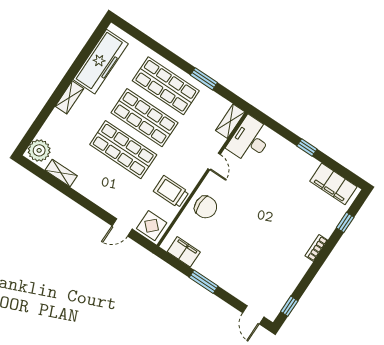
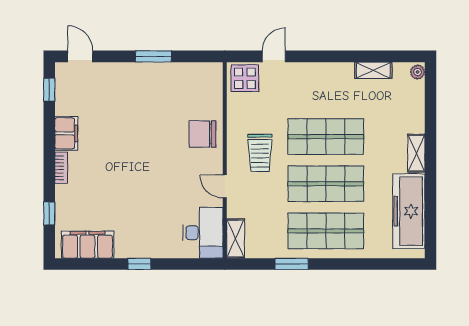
plant: (39, 150) -> (418, 72), width x0.53, depth x0.53
trolley: (171, 192) -> (260, 153), moved, turned 90
filing cabinet: (184, 252) -> (66, 133), moved, turned -90

